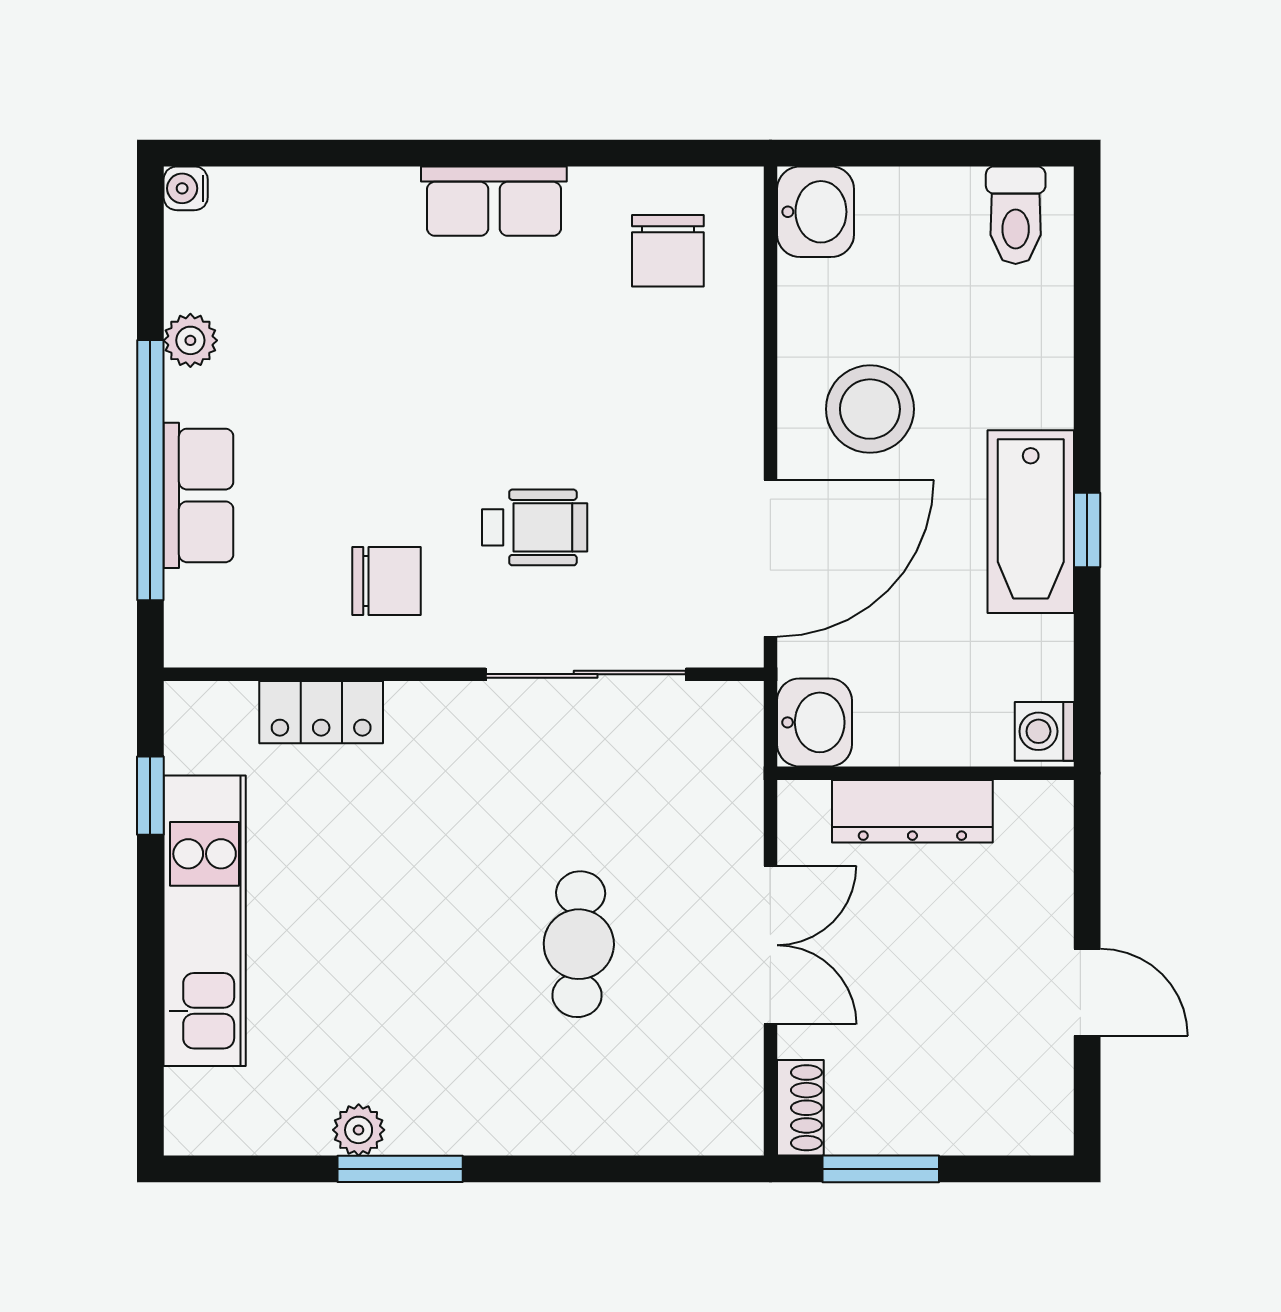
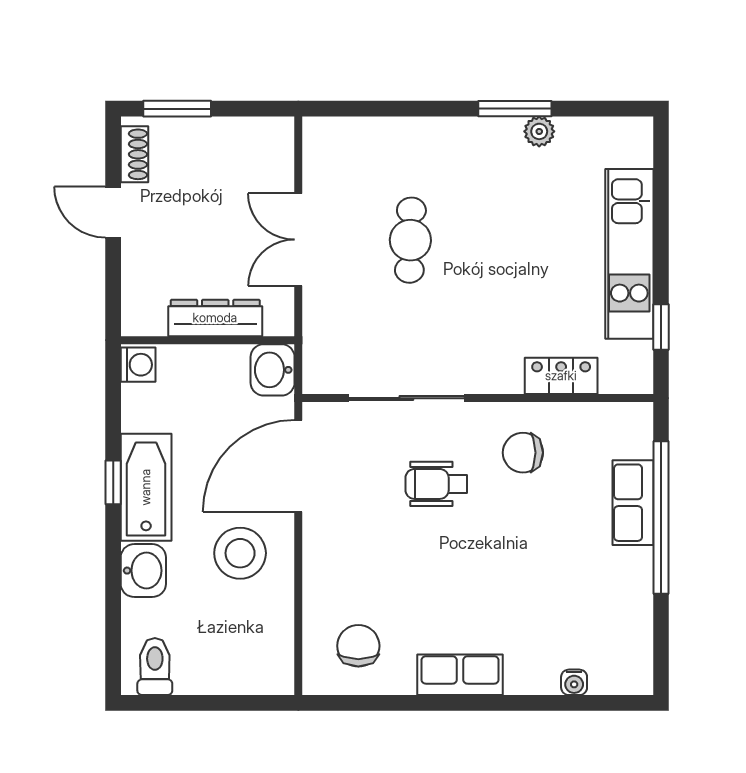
water cooler: (186, 188) -> (574, 682), moved, turned 90
washbasin: (816, 212) -> (143, 571), moved, turned 180
plant: (190, 340) -> (638, 593), removed
shoe rack: (800, 1108) -> (134, 154), moved, turned 180
window: (881, 1169) -> (177, 109), moved

